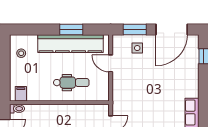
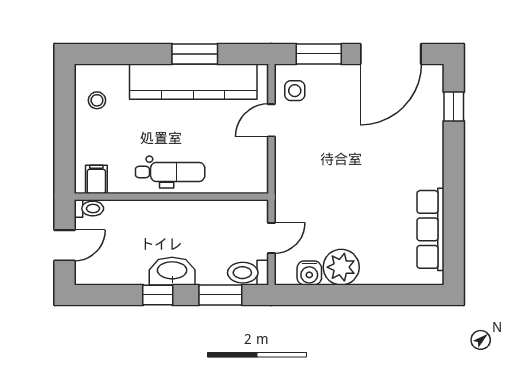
side table: (137, 48) -> (295, 91), moved
door: (111, 63) -> (271, 120), hinge flipped
dental chair: (71, 83) -> (170, 172), moved

